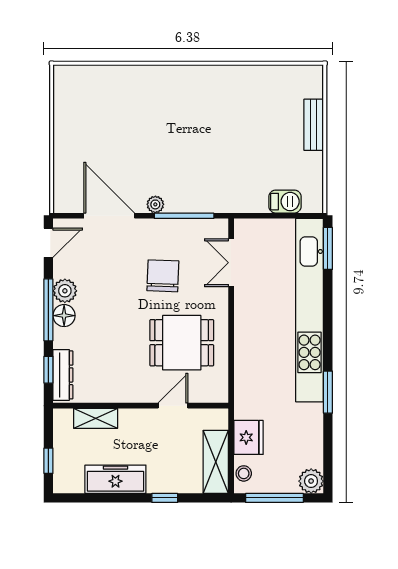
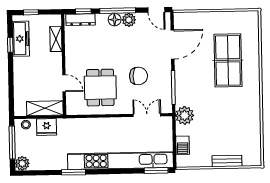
table tennis table: (139, 120) -> (228, 60), added
plant: (155, 204) -> (185, 115), moved, width x1.88, depth x1.88
shelving: (216, 462) -> (45, 108), moved
freezer: (115, 479) -> (21, 39), moved
window: (165, 498) -> (10, 45), moved

